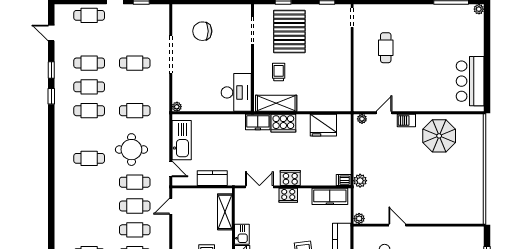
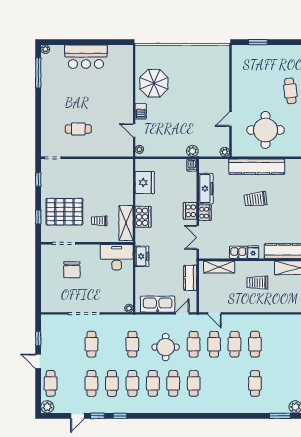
plant: (62, 11) -> (47, 407), added
chair: (202, 31) -> (72, 270), moved
door: (51, 33) -> (77, 416), moved
bar counter: (470, 81) -> (86, 57), moved
freezer: (258, 122) -> (142, 256), moved
cafe table: (89, 135) -> (153, 383), added
cafe table: (89, 182) -> (194, 383), added
freezer: (330, 196) -> (206, 189), moved

